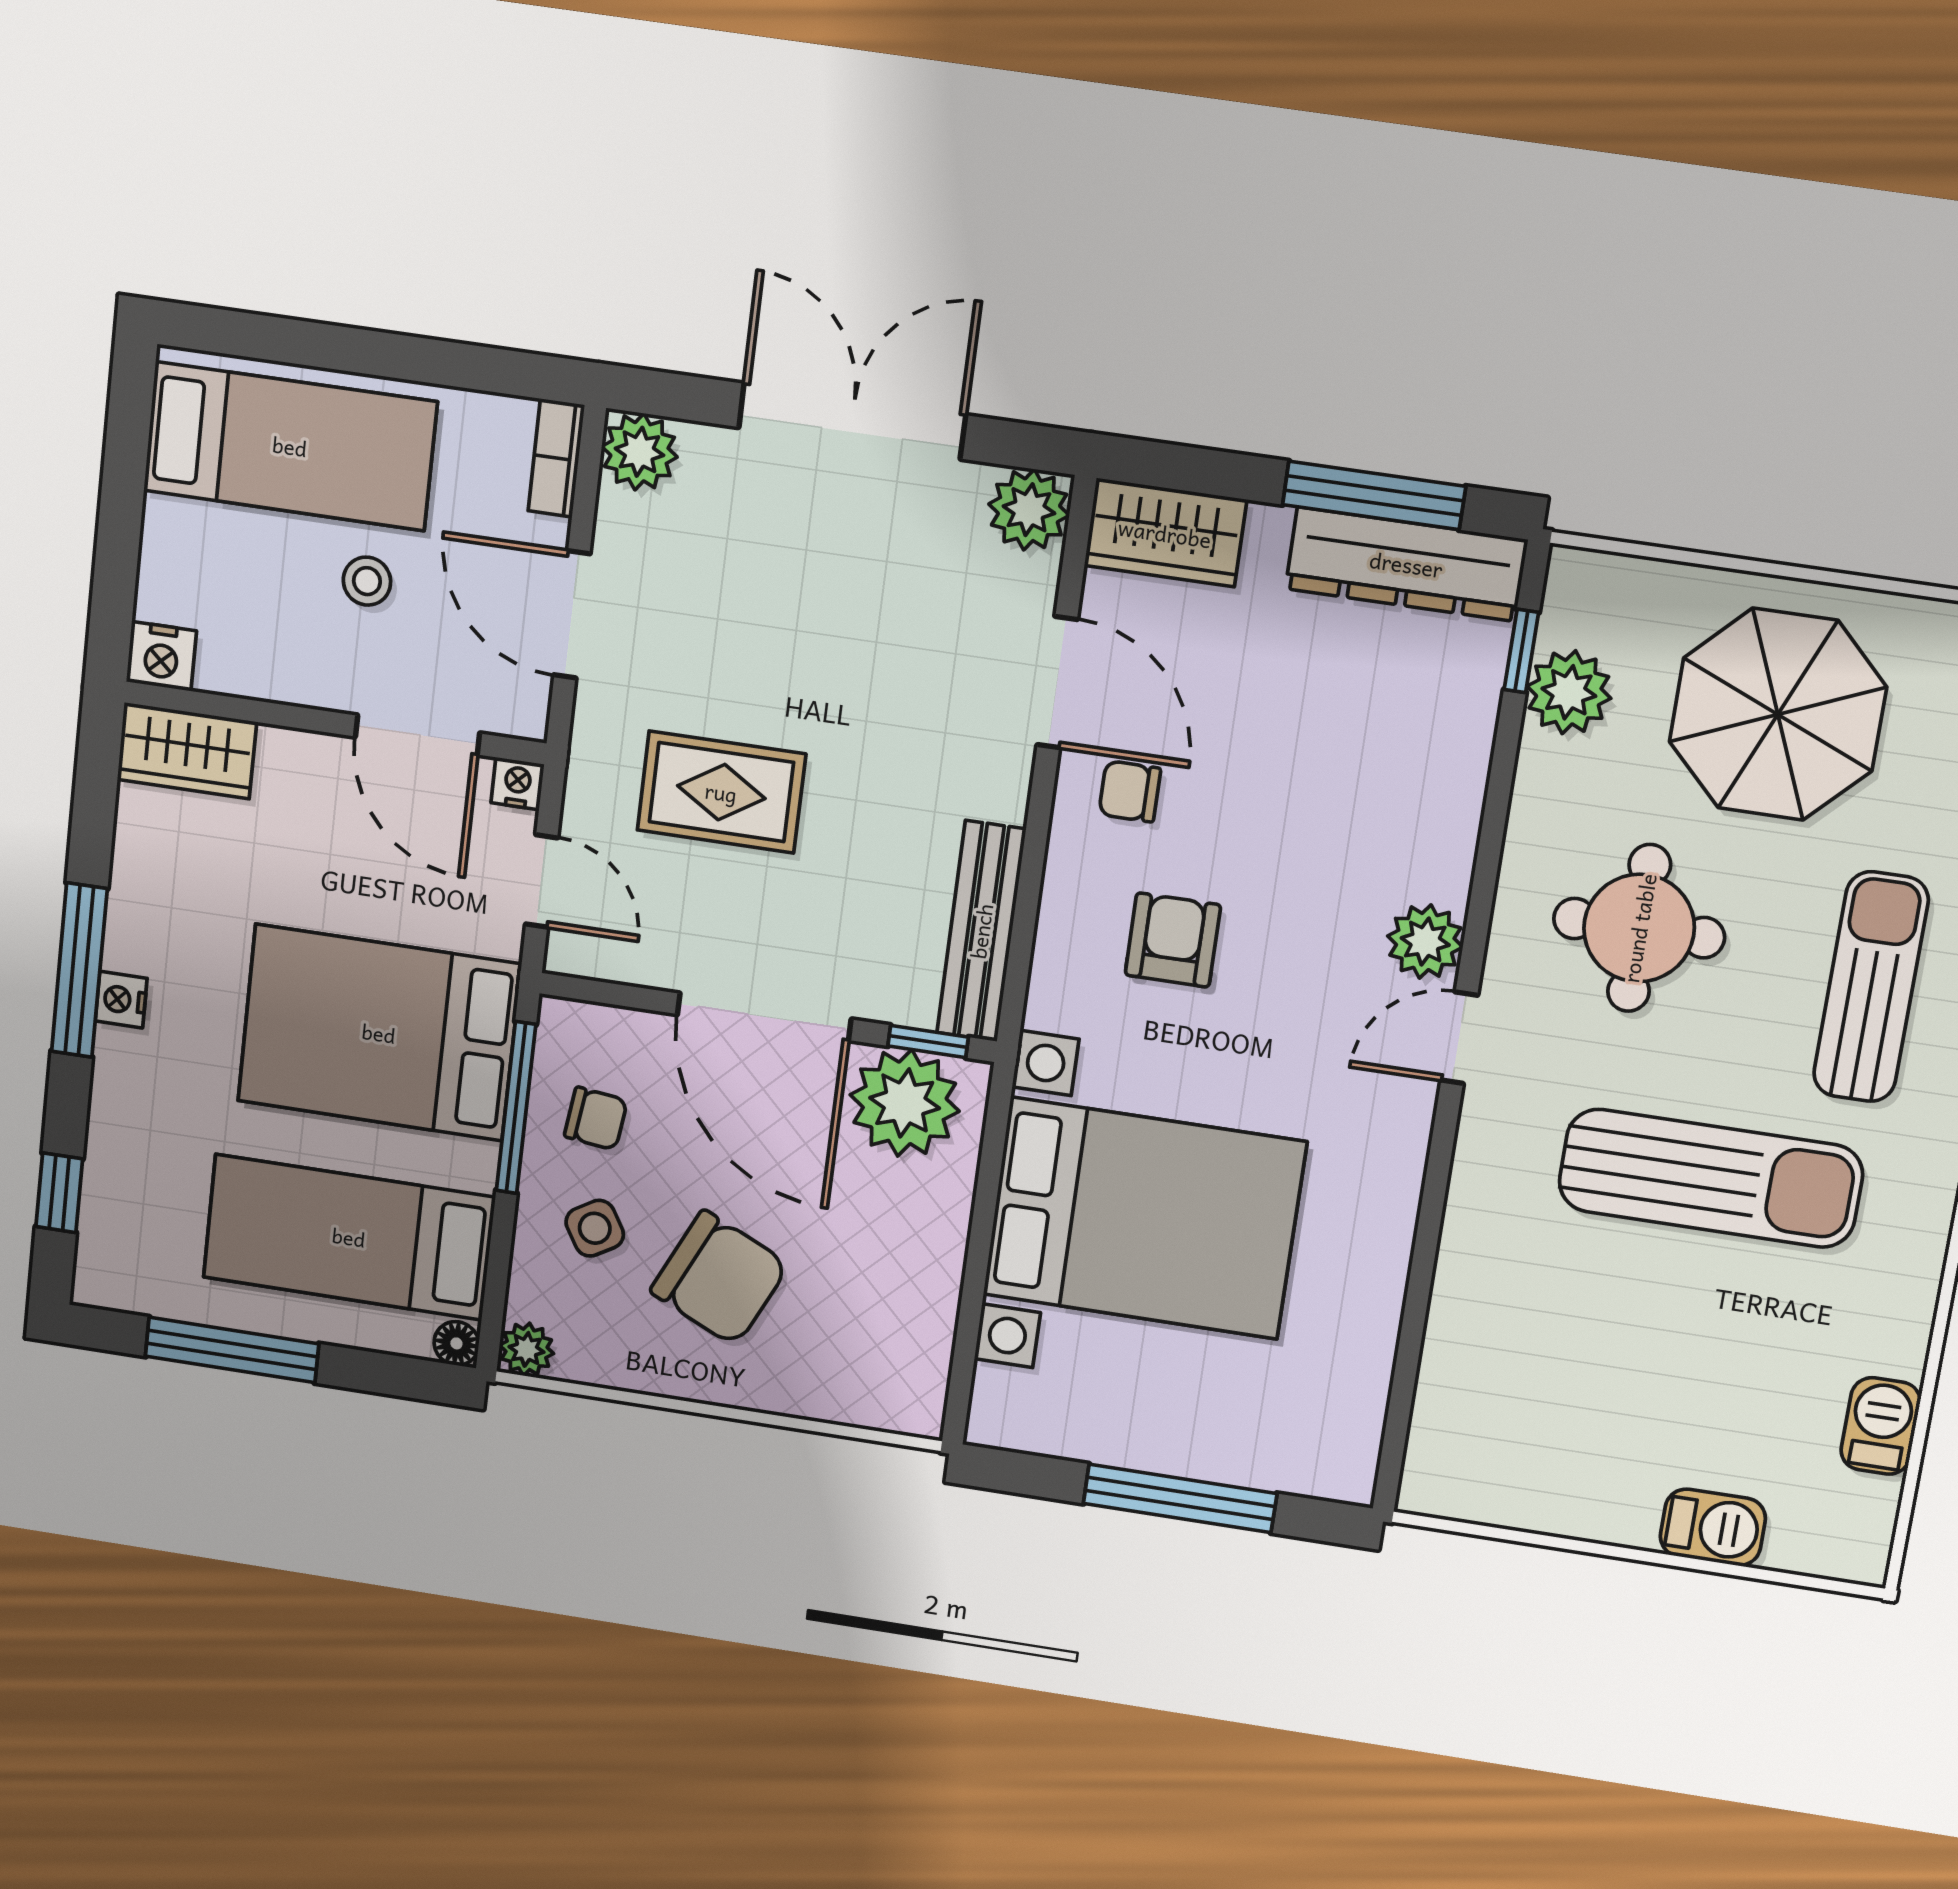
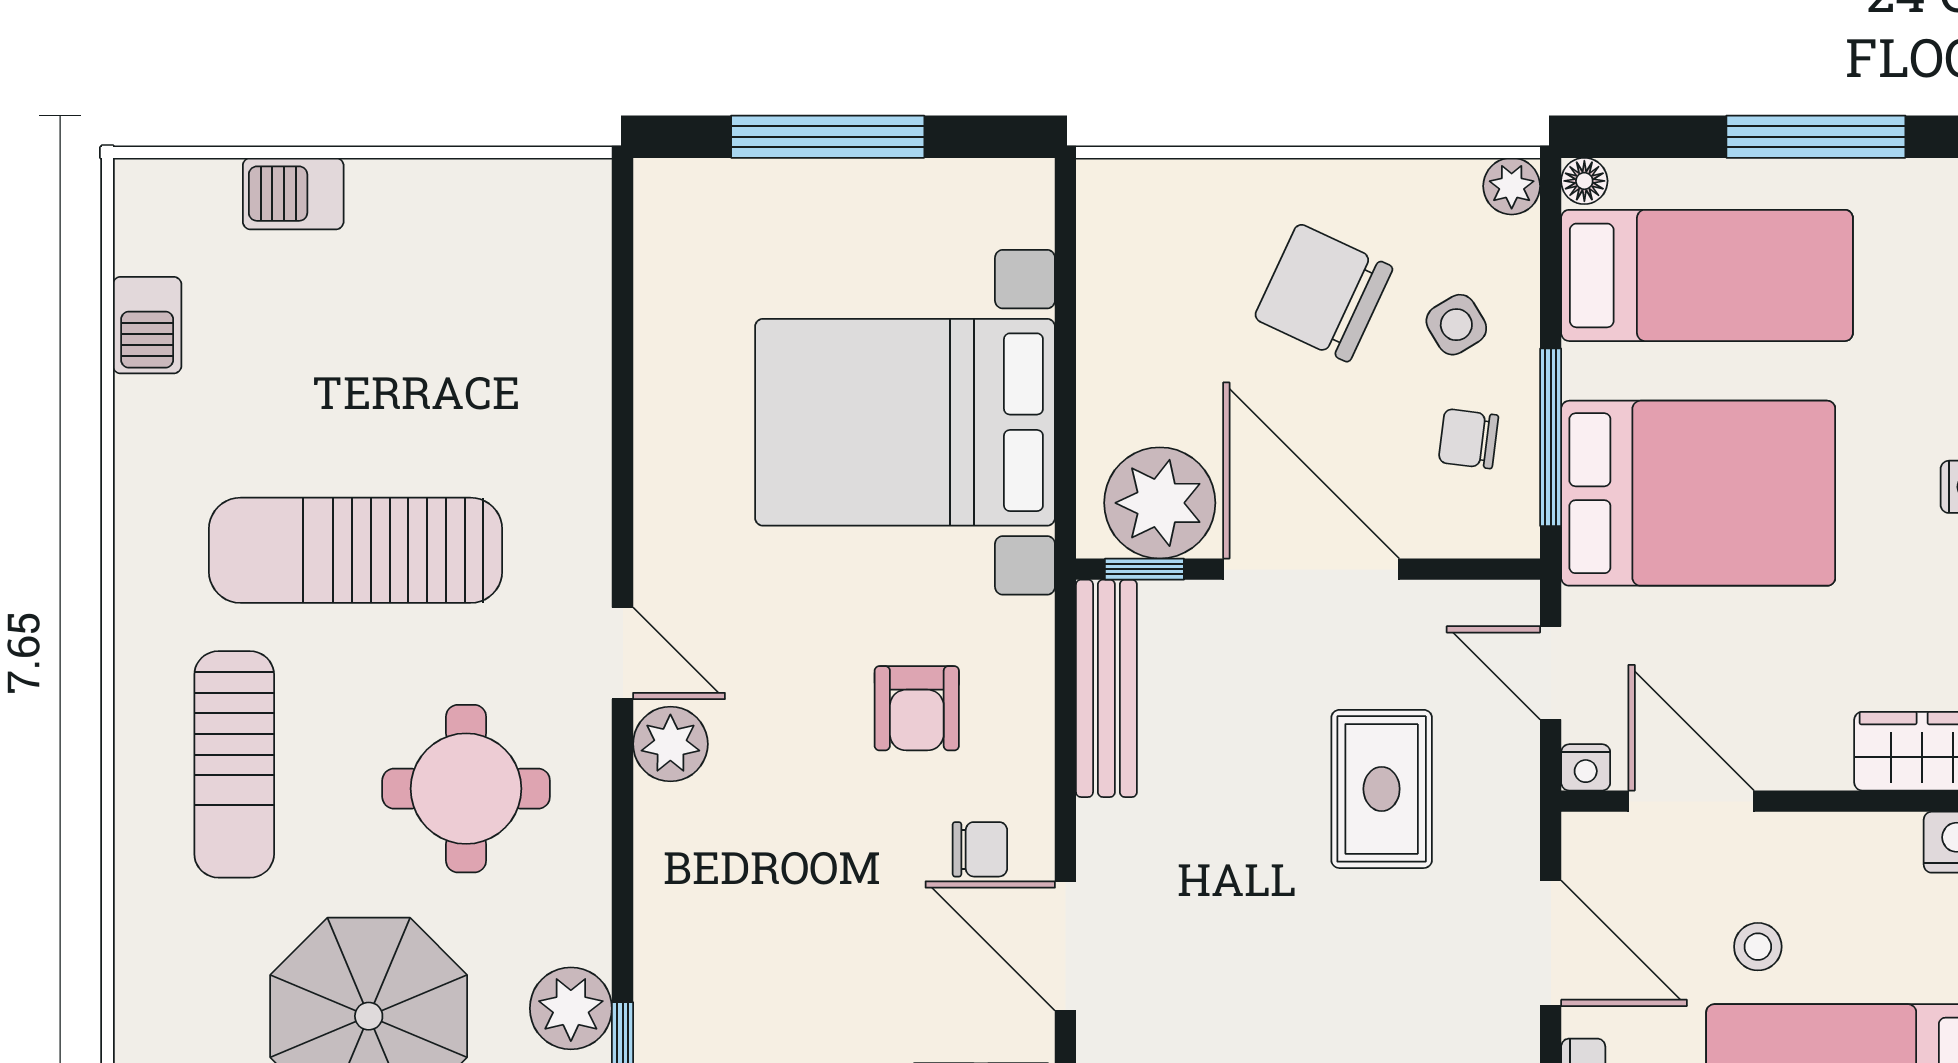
rug: (721, 792) -> (1382, 789), turned 90
door: (1459, 1038) -> (623, 653), hinge flipped

